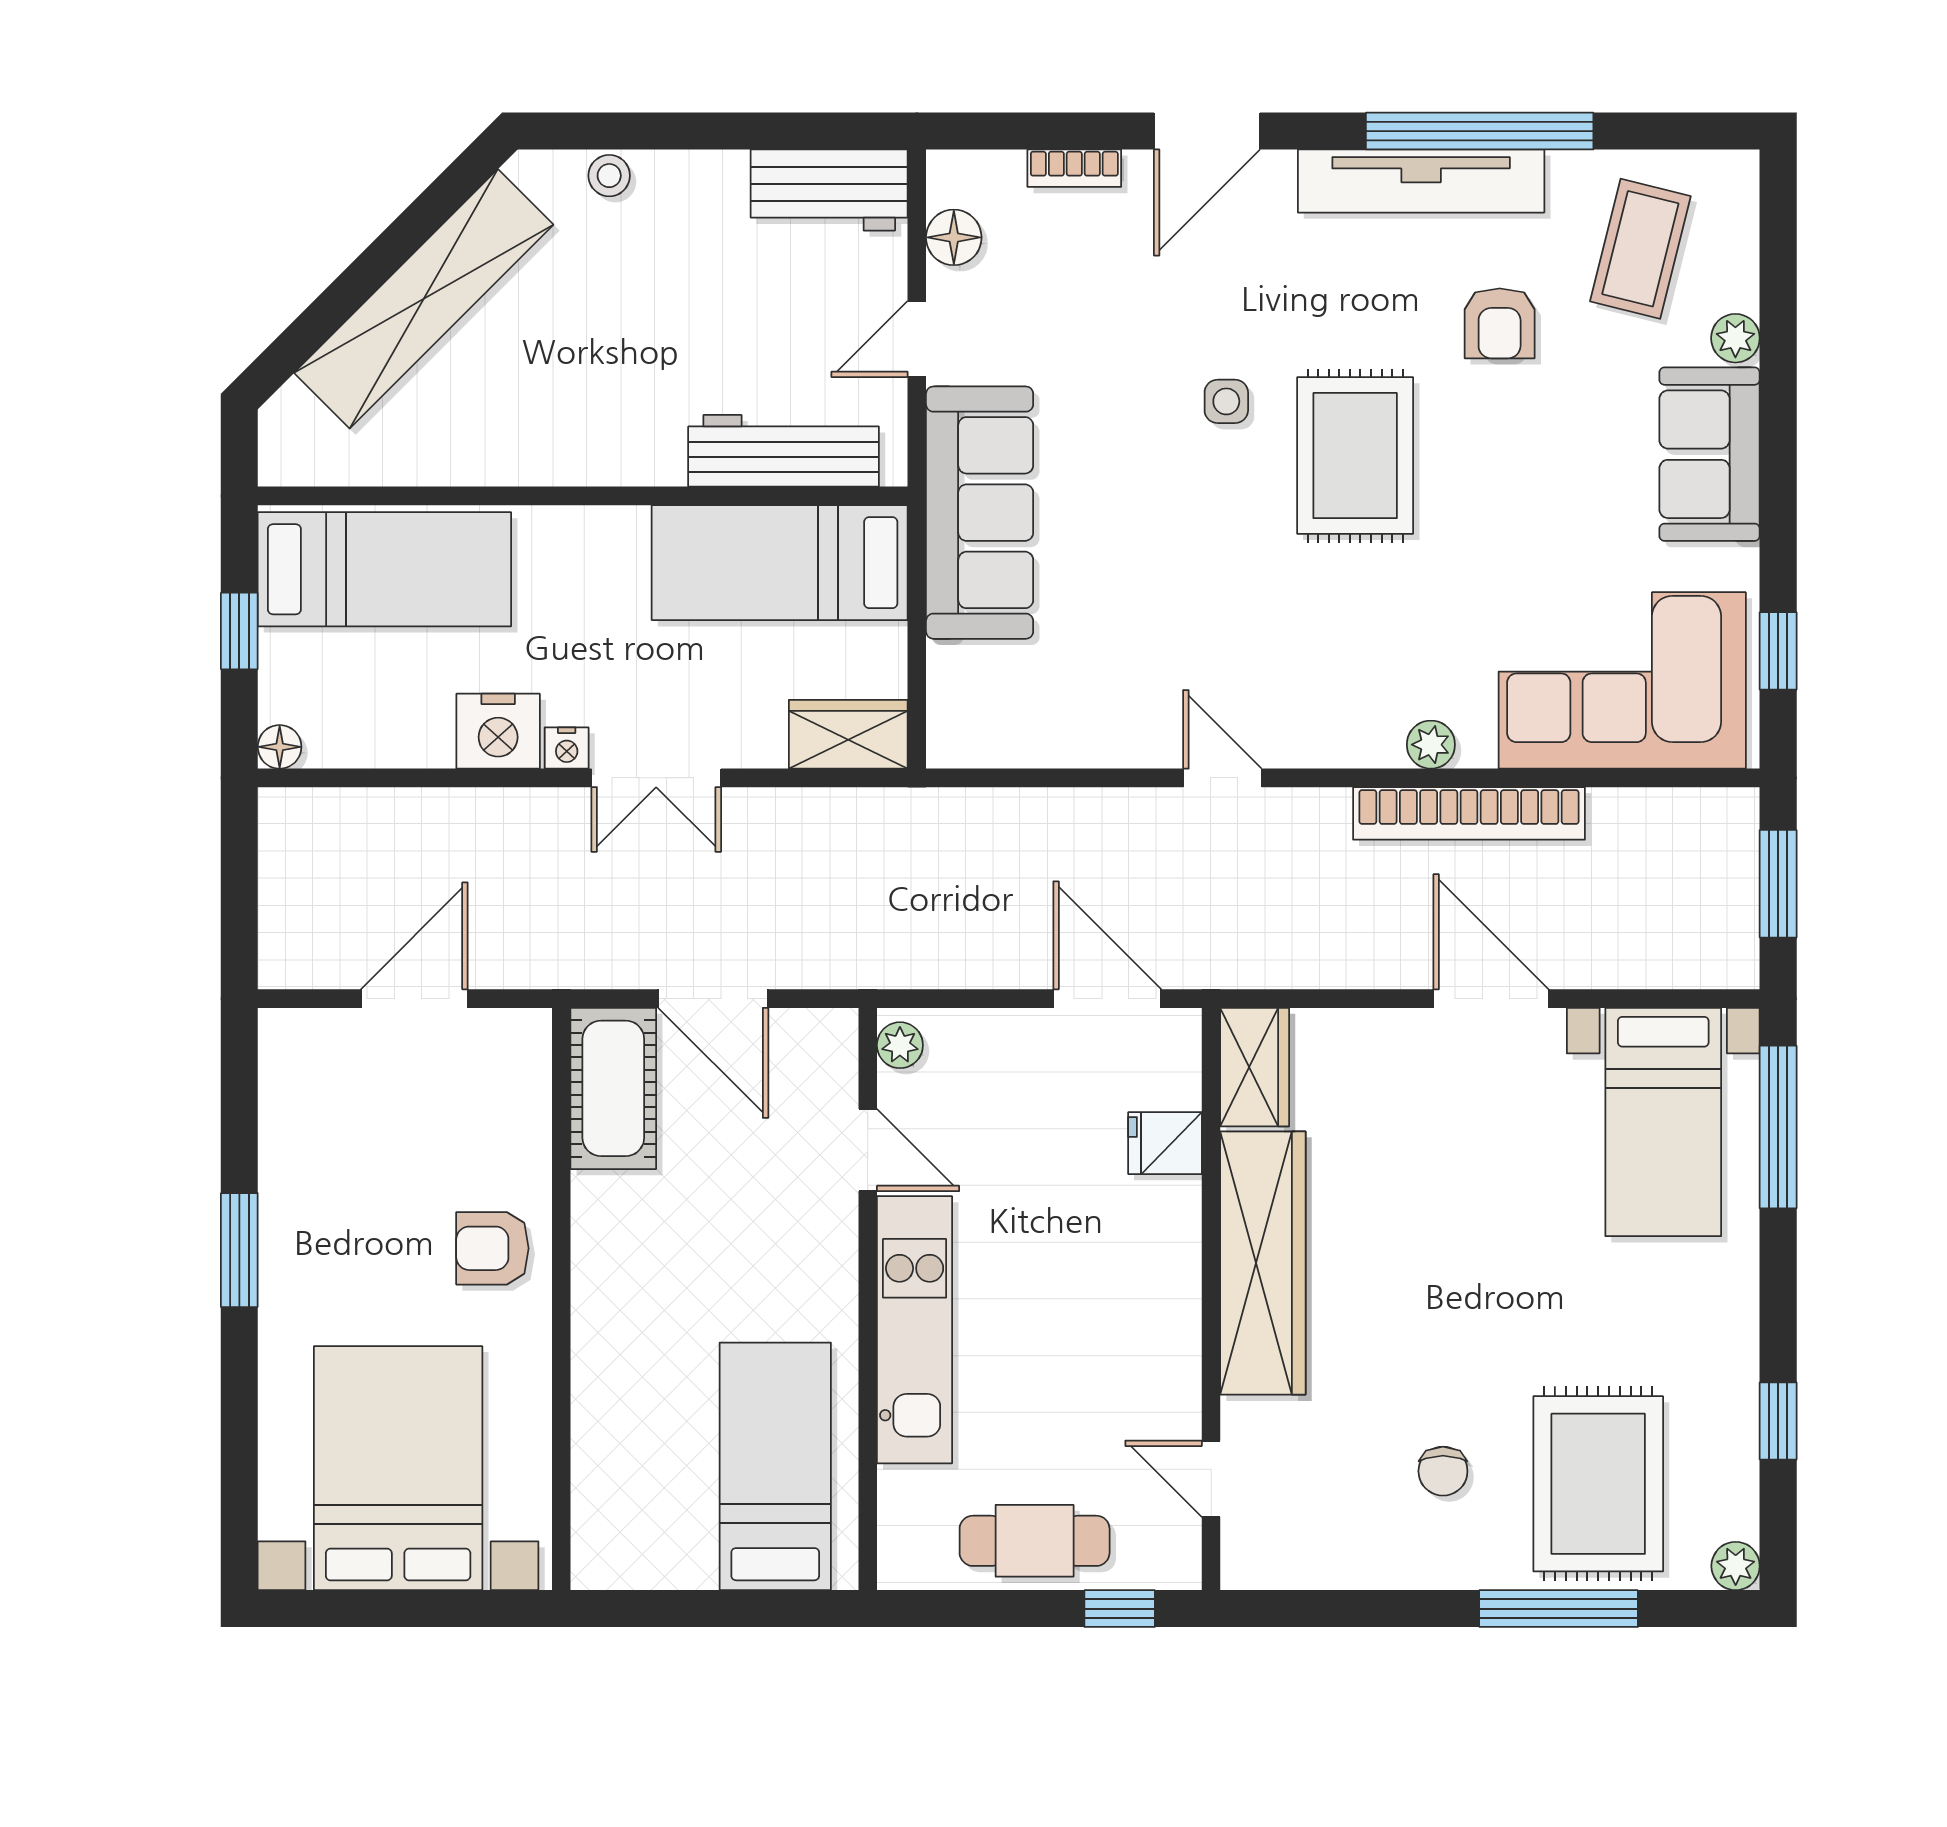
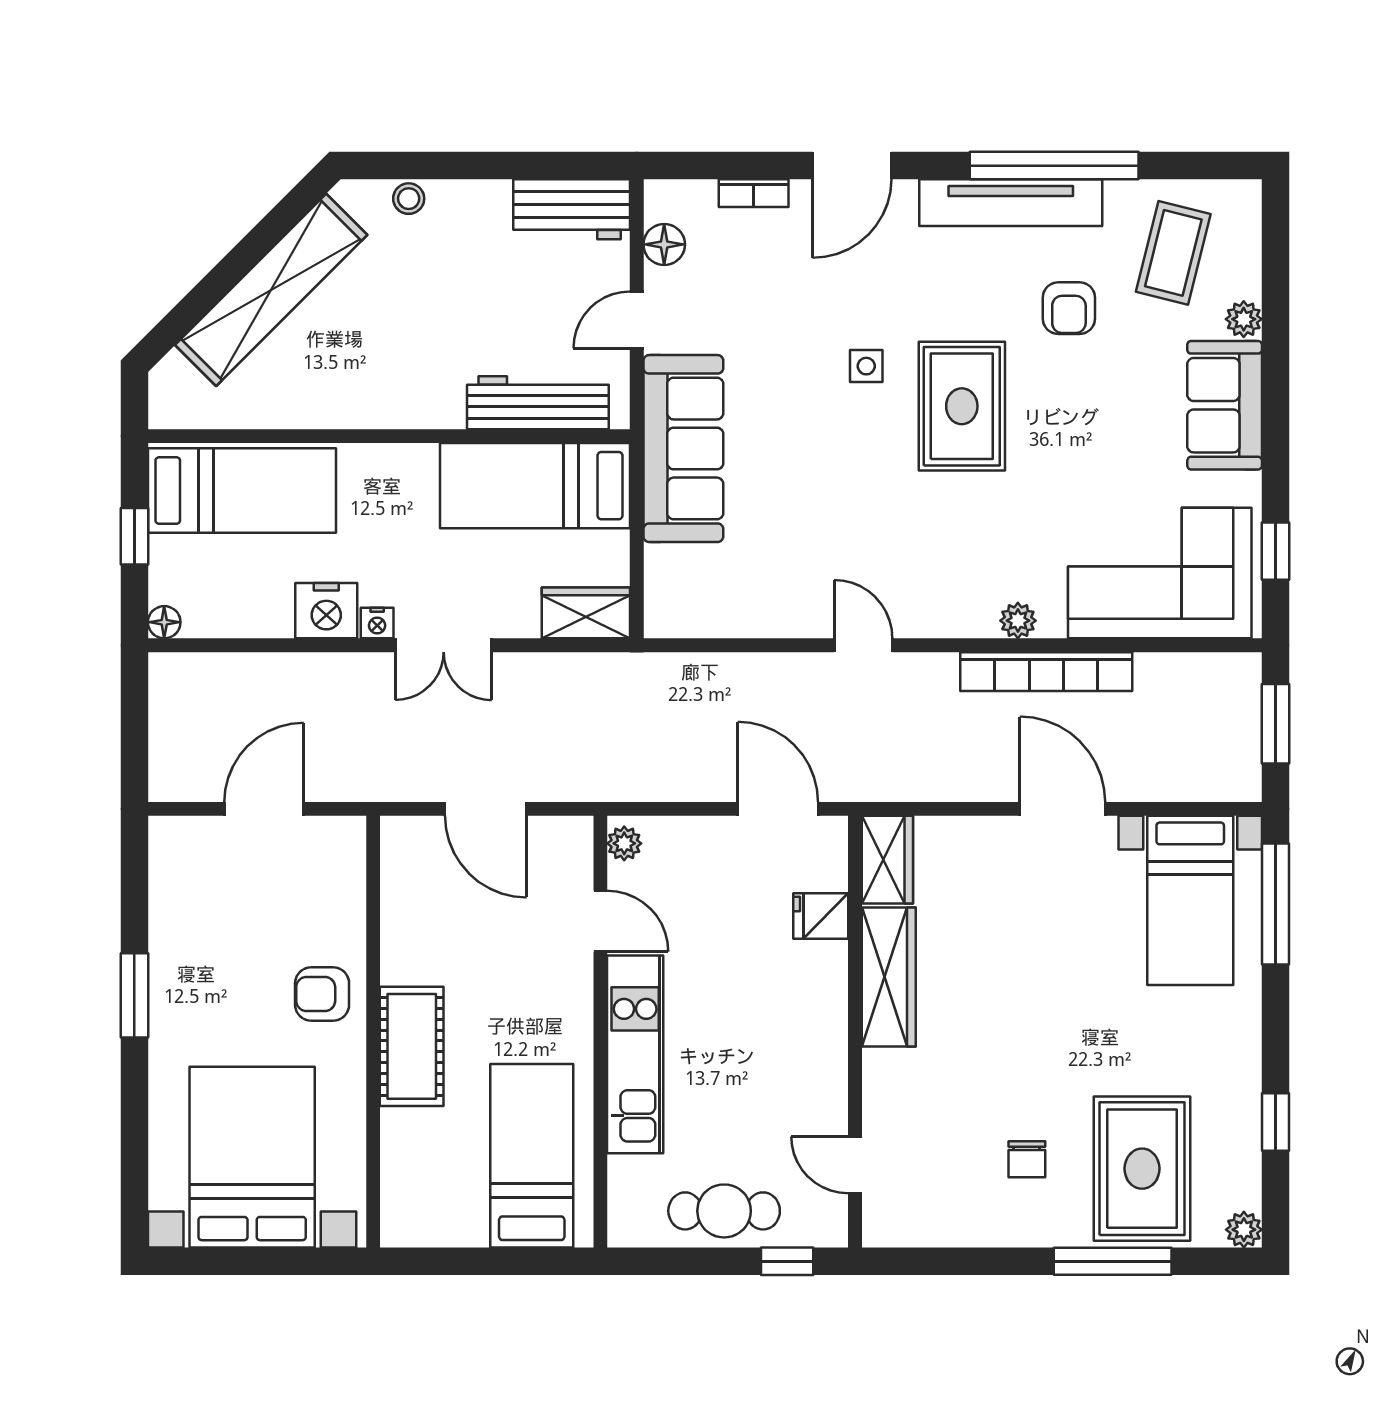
cot: (613, 1088) -> (412, 1046), moved
wardrobe: (1263, 1263) -> (889, 977), width x0.71, depth x0.85

